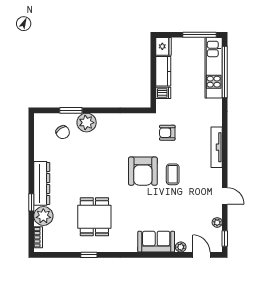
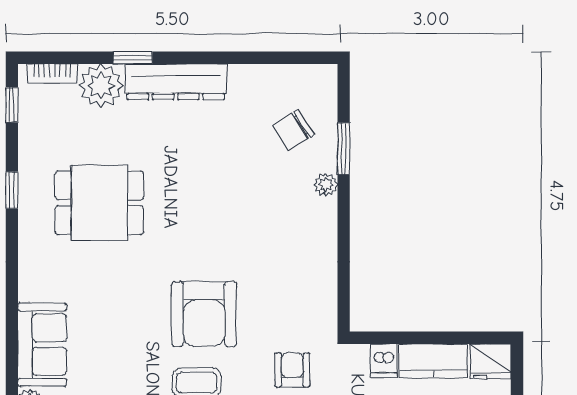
plant: (87, 123) -> (326, 185), width x0.53, depth x0.53
armchair: (143, 171) -> (204, 314), turned -90
window: (52, 255) -> (12, 105), added

